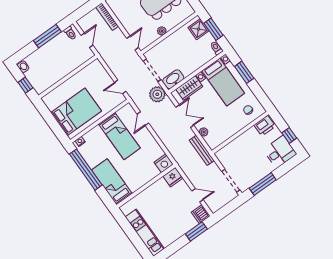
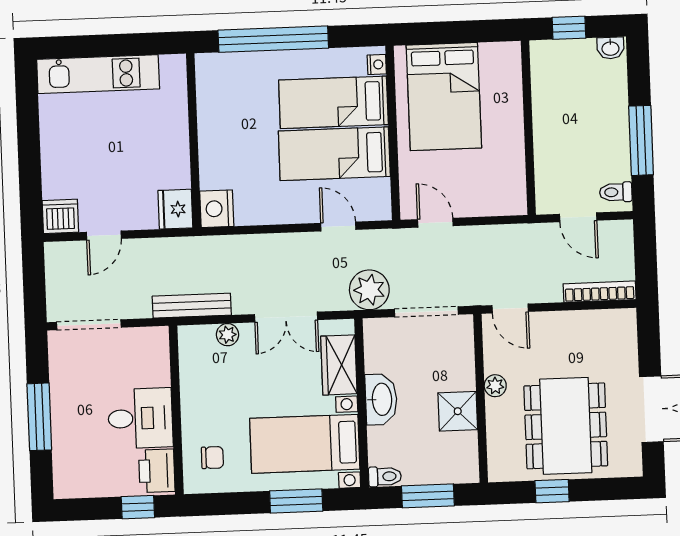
shower: (199, 29) -> (458, 411), moved
washbasin: (173, 79) -> (381, 399), moved
door: (120, 87) -> (435, 223), hinge flipped
window: (289, 135) -> (138, 507), moved
desk: (280, 152) -> (140, 418), moved, turned -90
window: (86, 170) -> (273, 39), moved
bed: (112, 182) -> (333, 102), moved, turned 180
window: (263, 184) -> (39, 417), moved
window: (196, 231) -> (30, 183), removed

